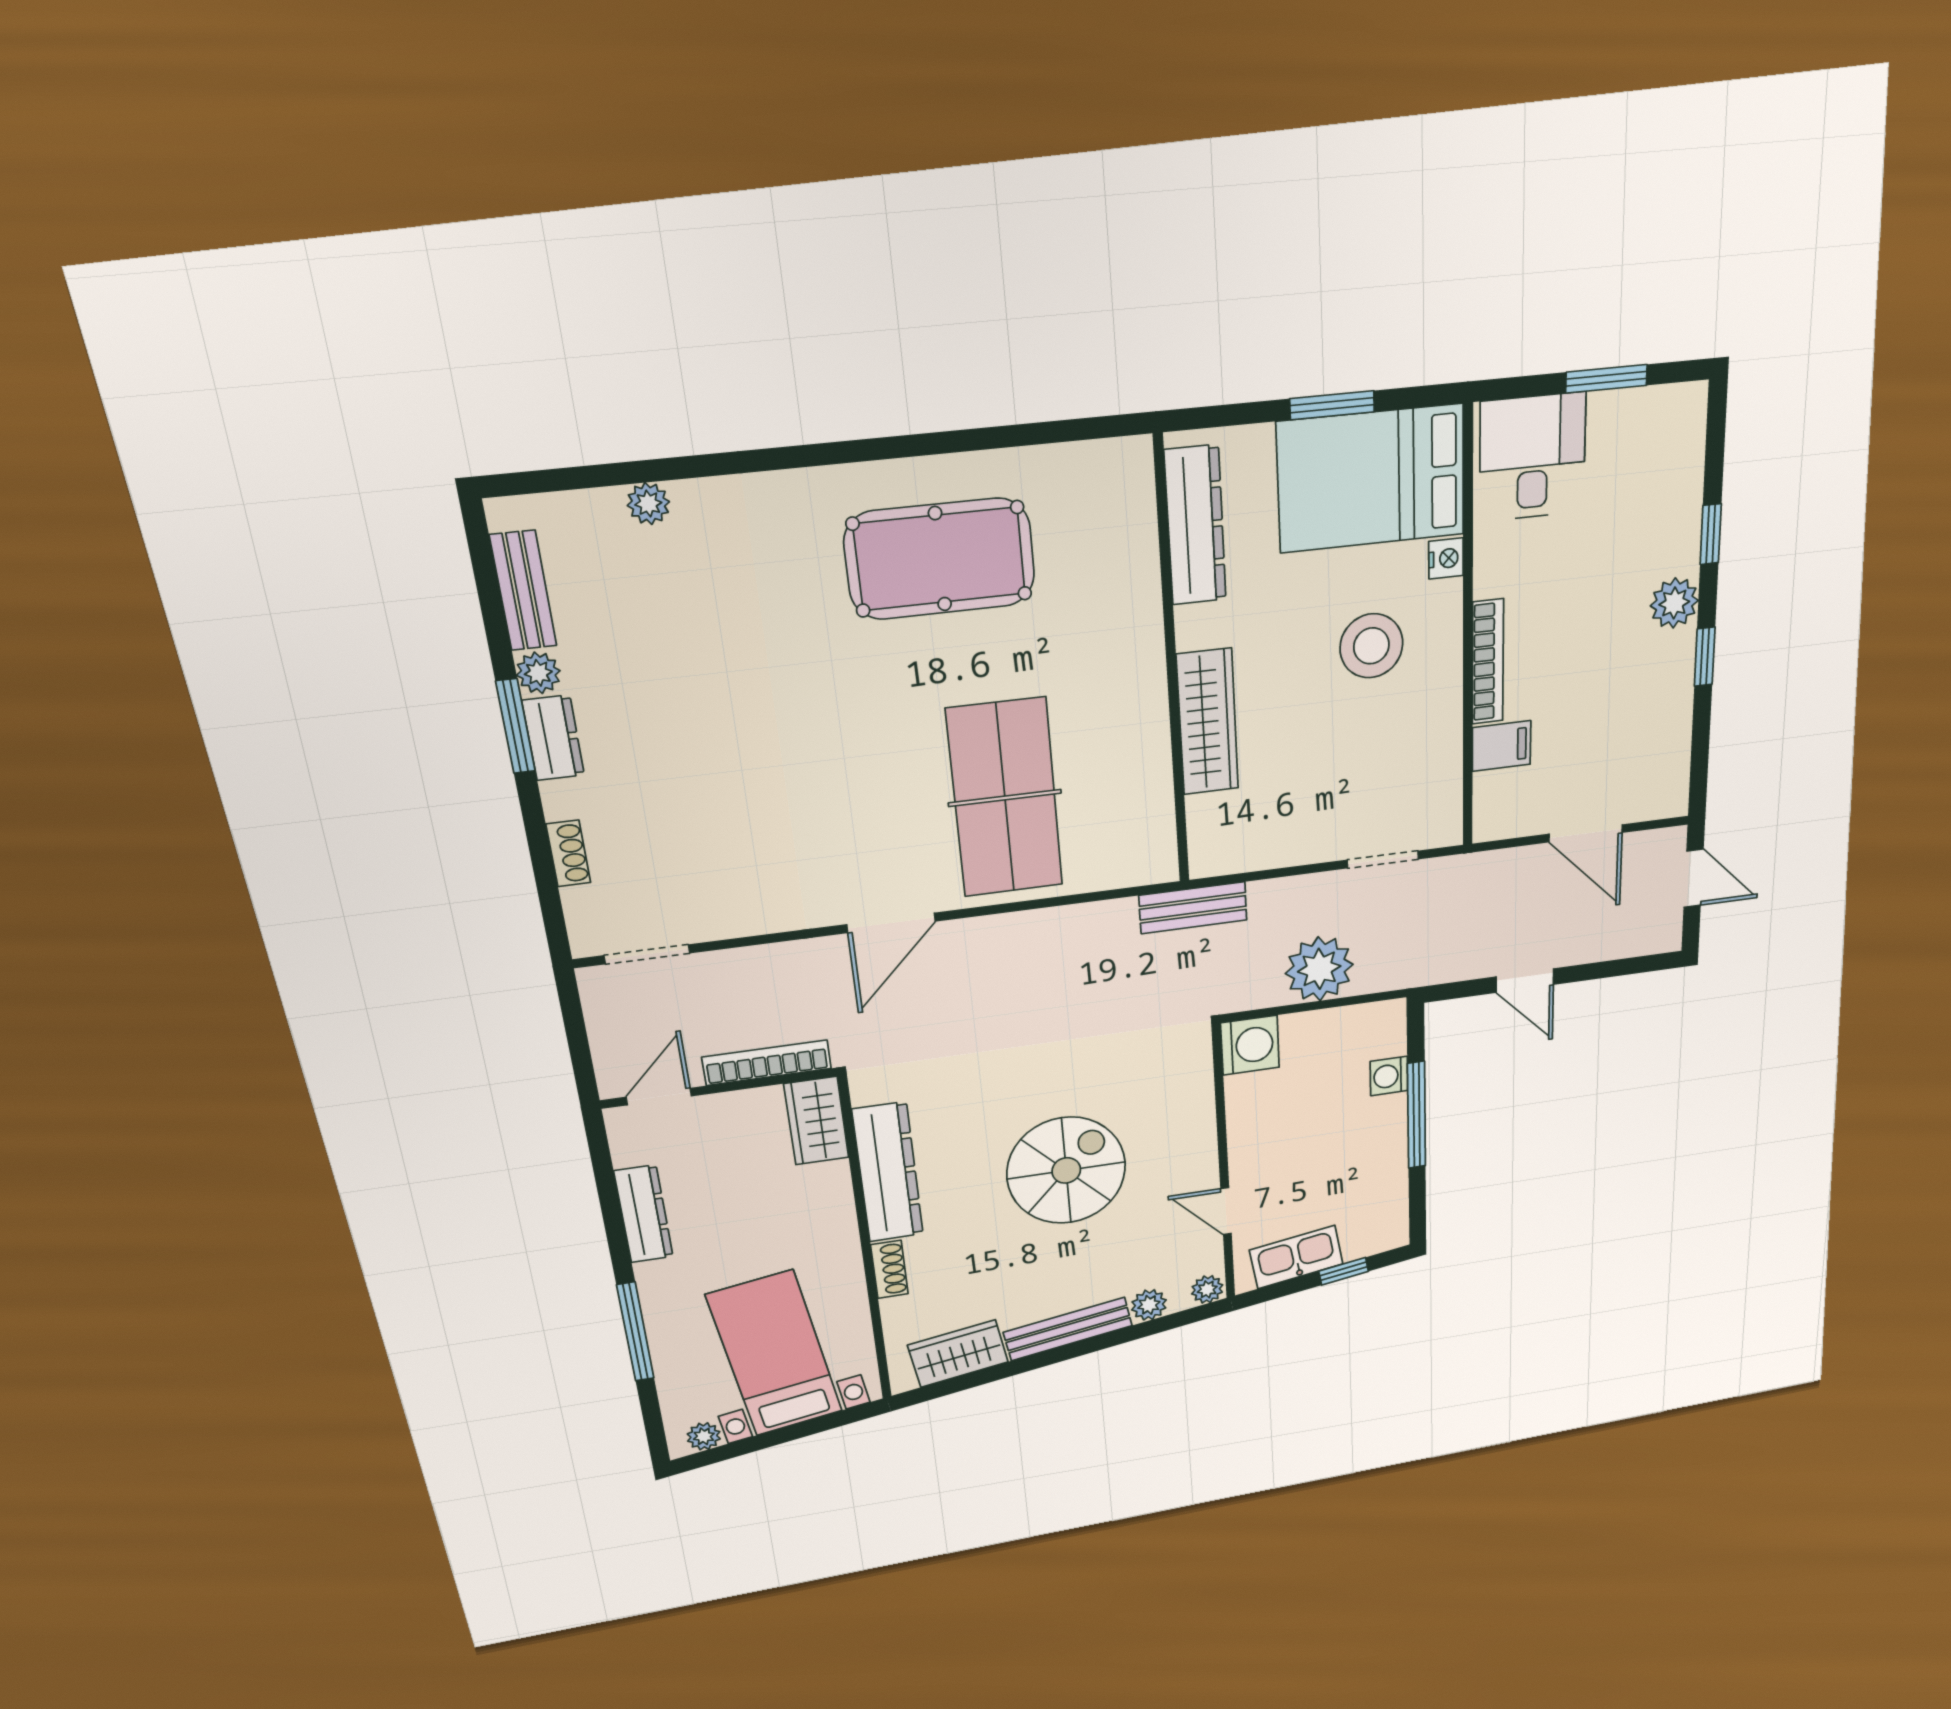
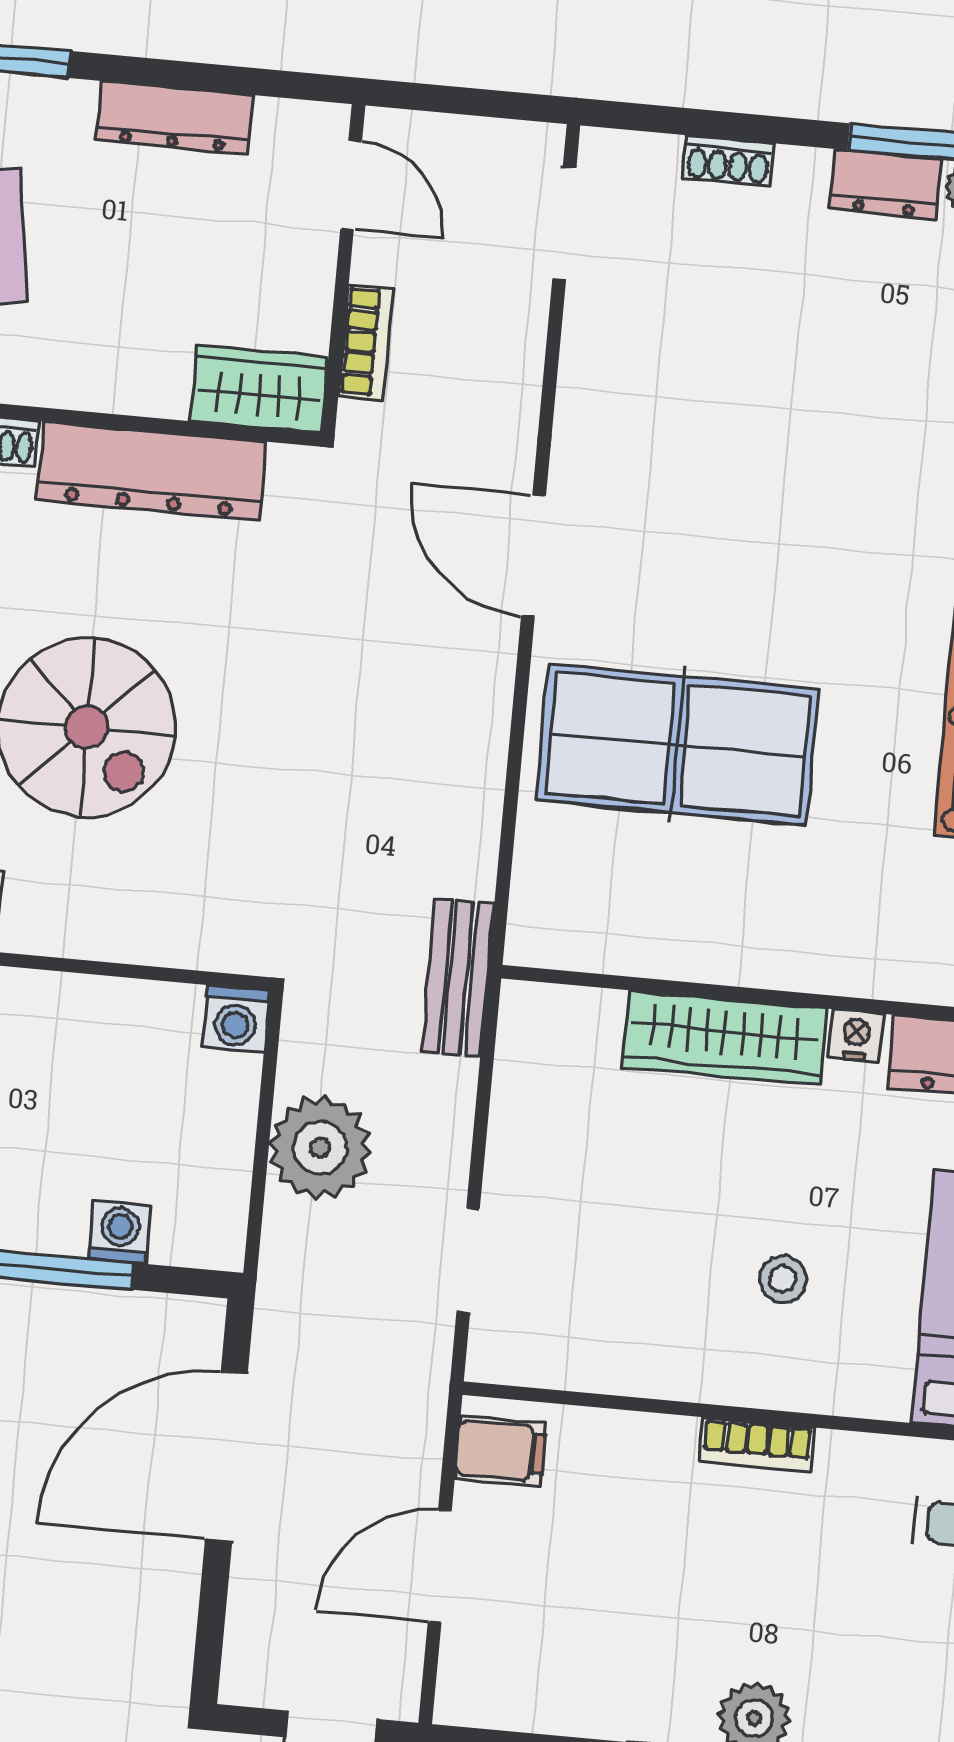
nightstand: (1446, 558) -> (856, 1036), moved, turned 180
stool: (1371, 646) -> (783, 1279), width x0.53, depth x0.53
bookcase: (1488, 662) -> (757, 1445), width x0.64
filing cabinet: (1501, 746) -> (501, 1451), moved, turned -90
door: (1525, 981) -> (226, 1456), width x1.88
washing machine: (1250, 1045) -> (236, 1019), width x0.73, depth x0.73
bookcase: (767, 1063) -> (366, 342), width x0.64

